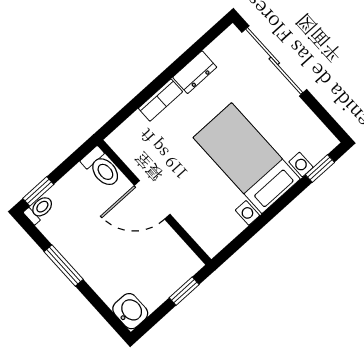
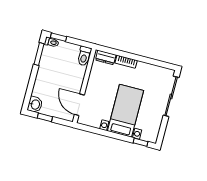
dresser: (195, 72) -> (106, 57), moved
door: (152, 200) -> (79, 105), moved
window: (64, 266) -> (39, 54), moved
window: (184, 291) -> (45, 117), moved

